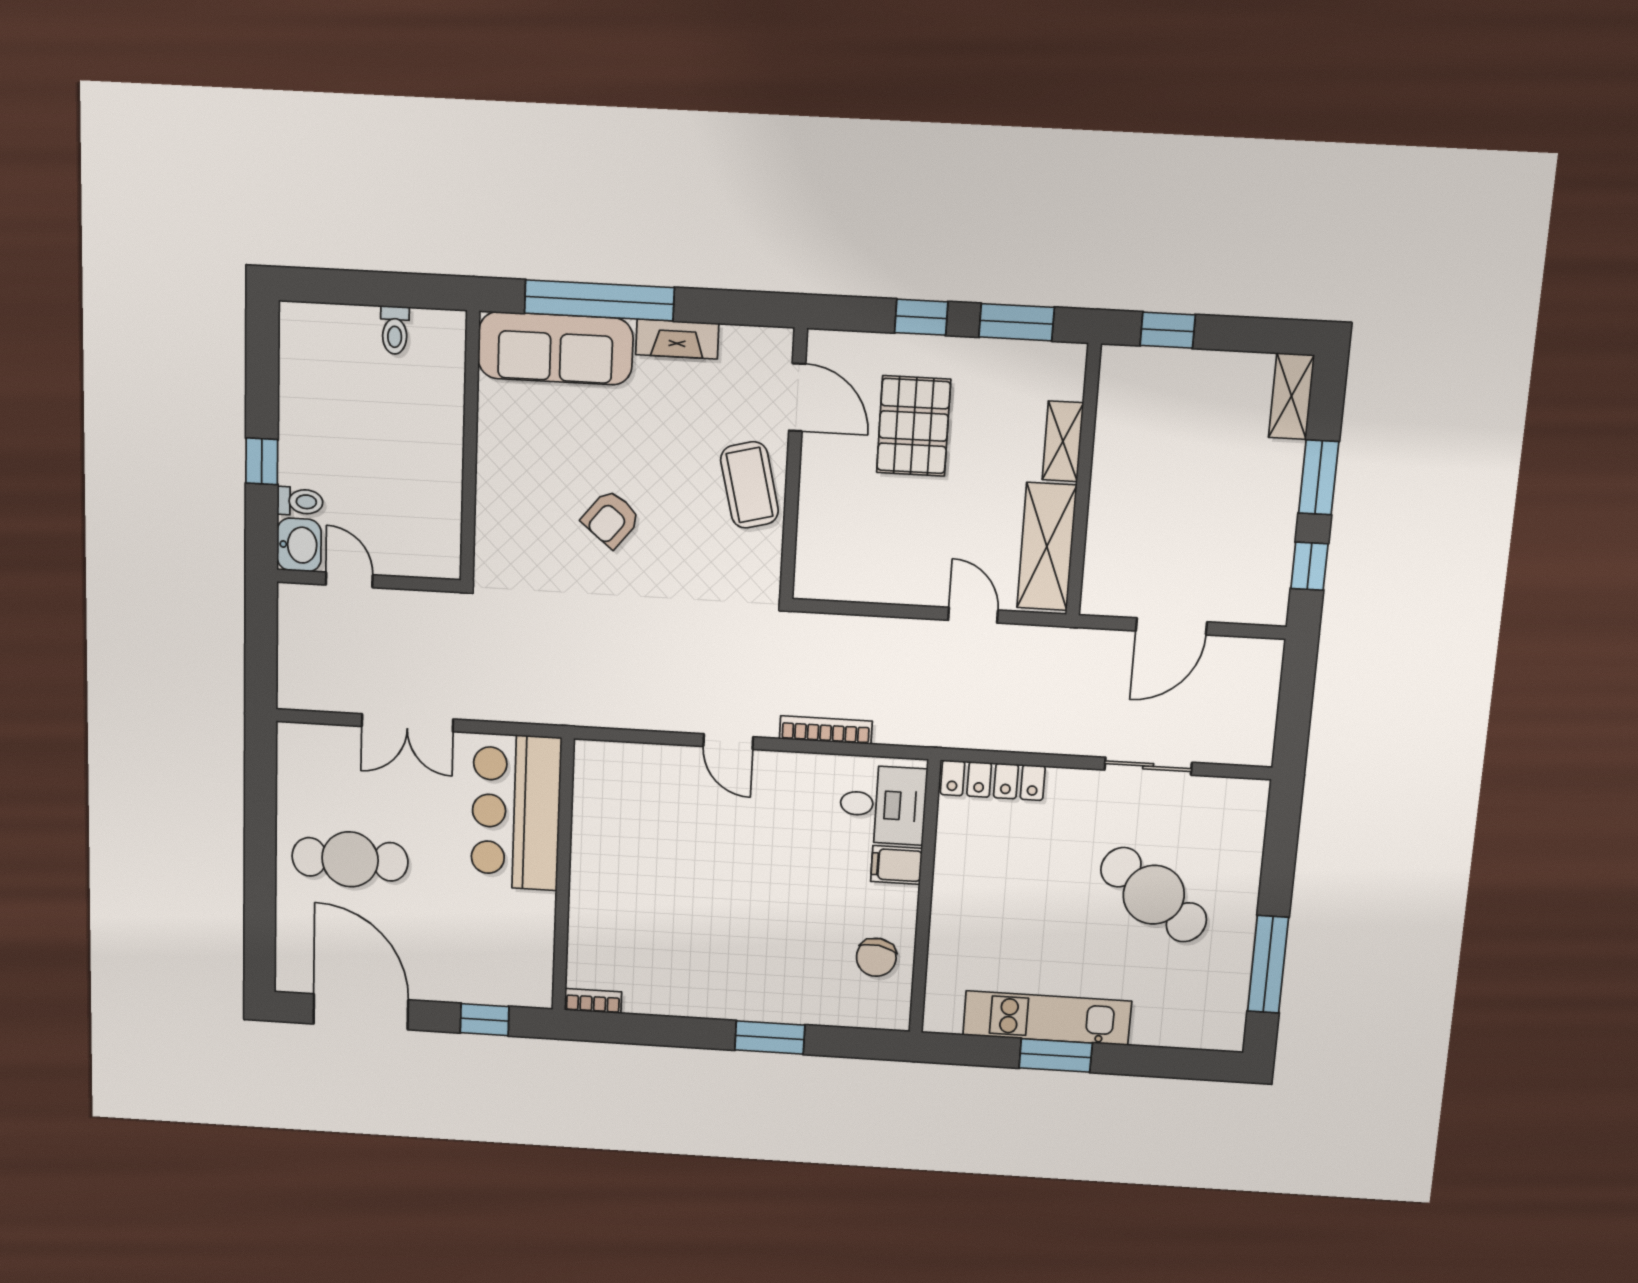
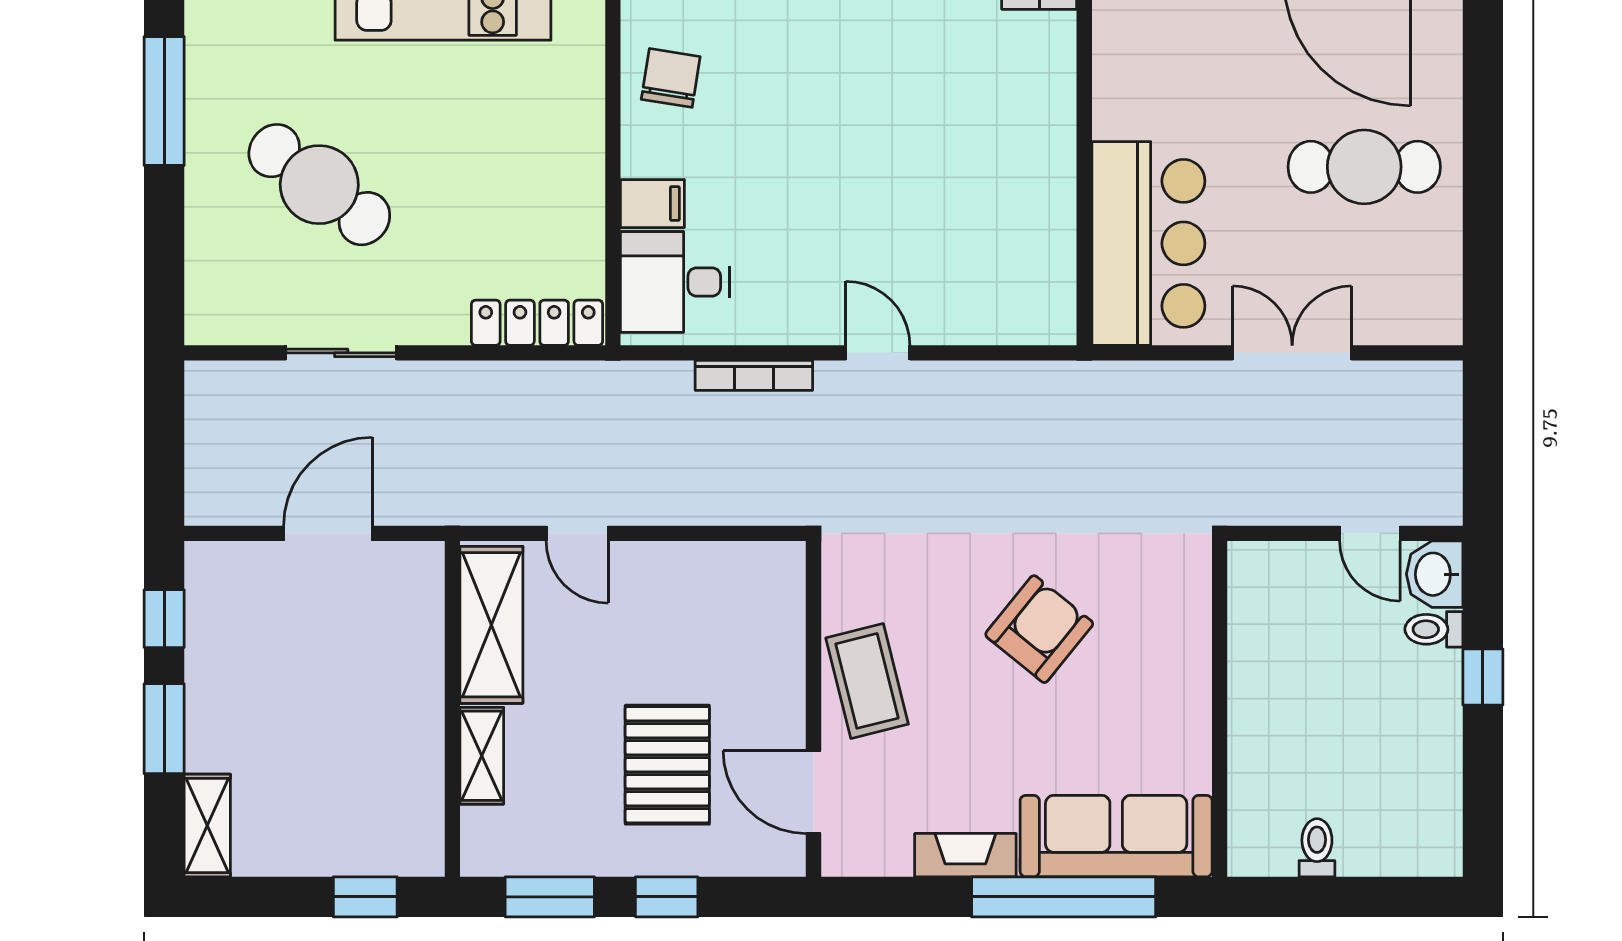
armchair: (611, 519) -> (1039, 629), width x1.38, depth x1.38

